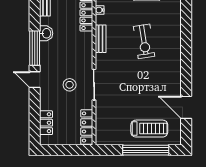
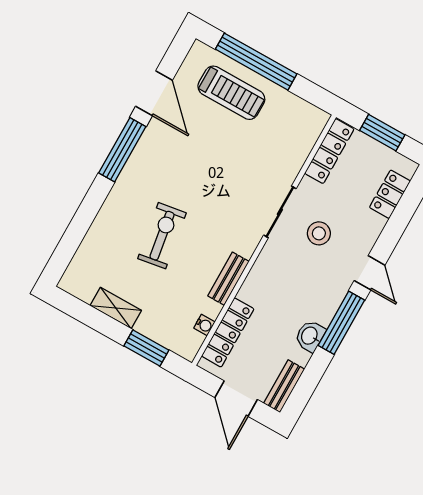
window: (186, 72) -> (122, 150), added
treadmill: (149, 129) -> (231, 93), turned 180
window: (66, 150) -> (382, 133), added

